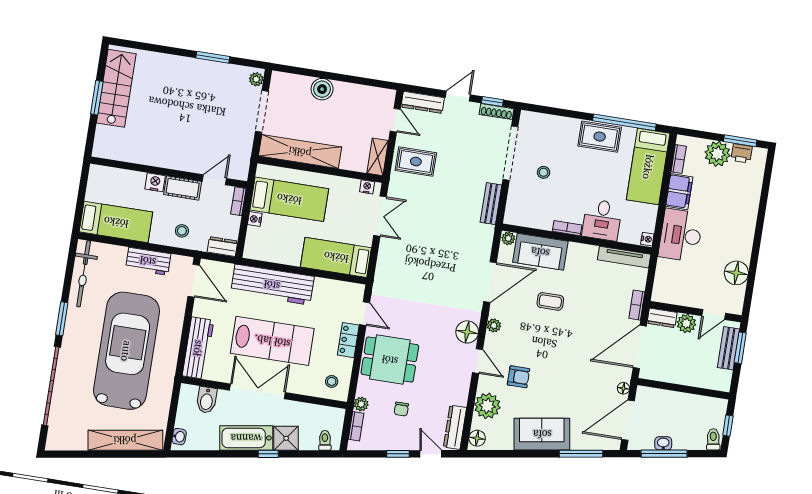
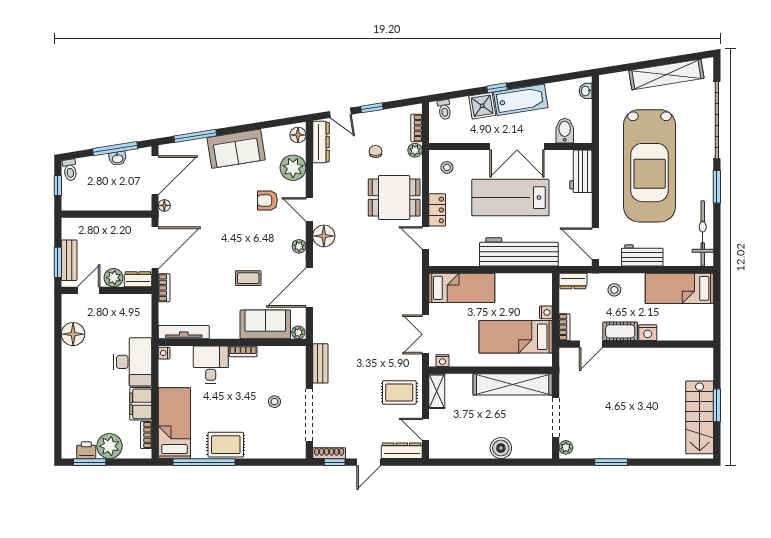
workbench: (198, 348) -> (581, 171), width x0.73
shelving: (125, 440) -> (666, 74), moved

